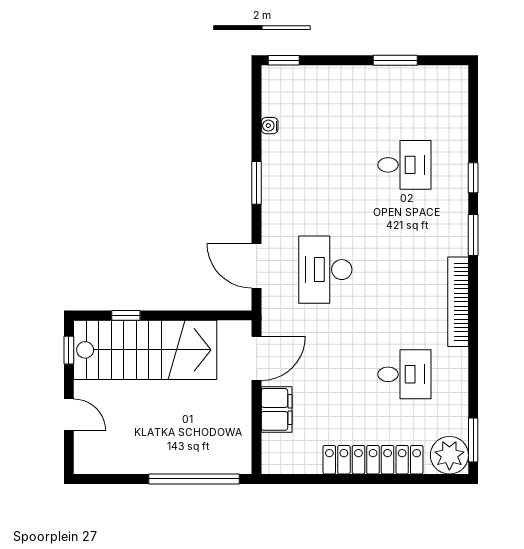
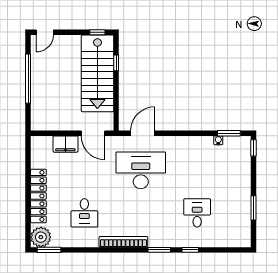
desk: (404, 165) -> (197, 213), turned 180
window: (257, 183) -> (229, 133), moved
desk: (325, 270) -> (141, 170), width x1.36, depth x1.30
door: (69, 415) -> (45, 32), moved
window: (194, 479) -> (28, 79), moved

